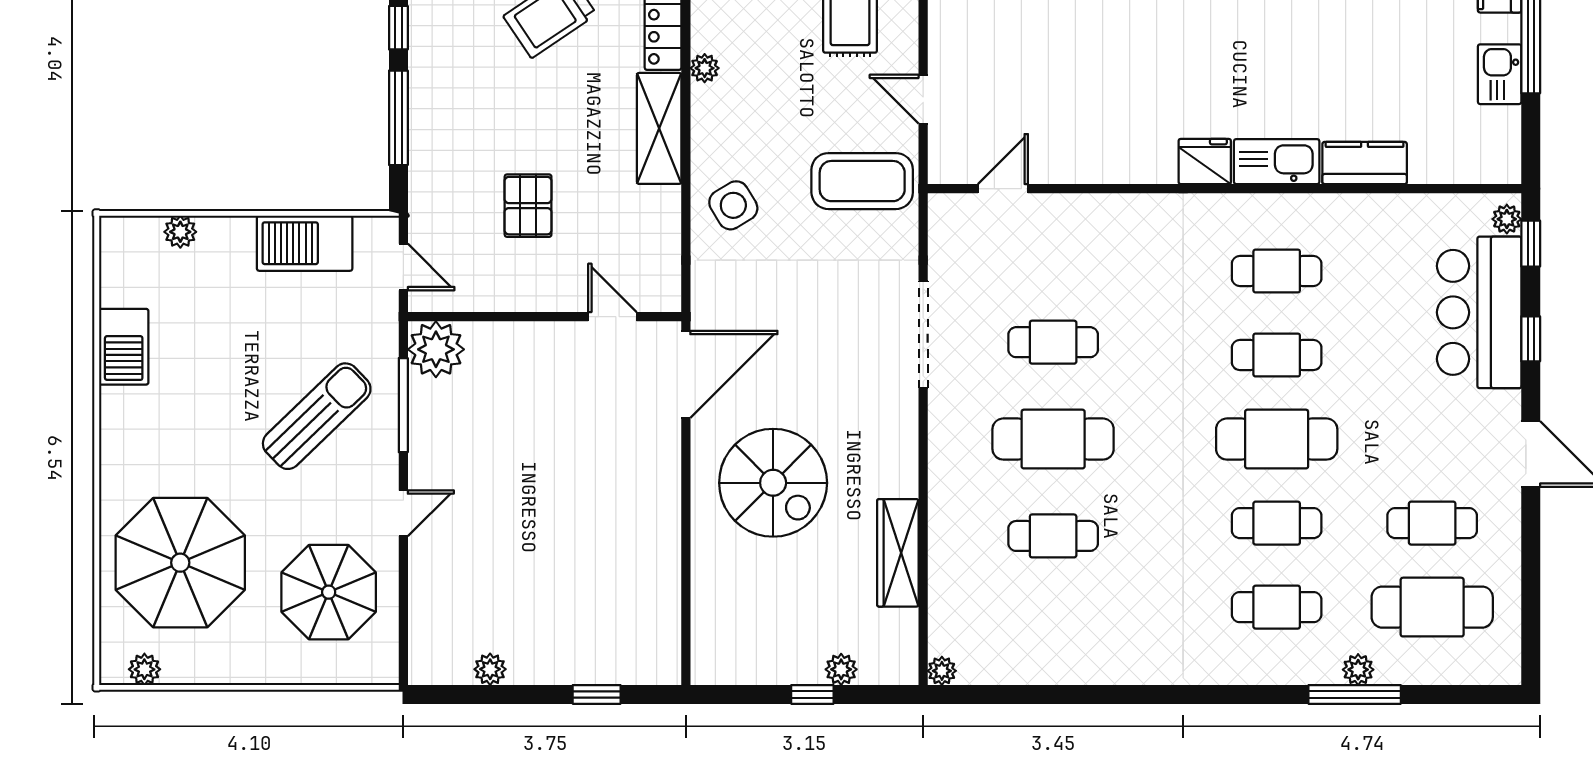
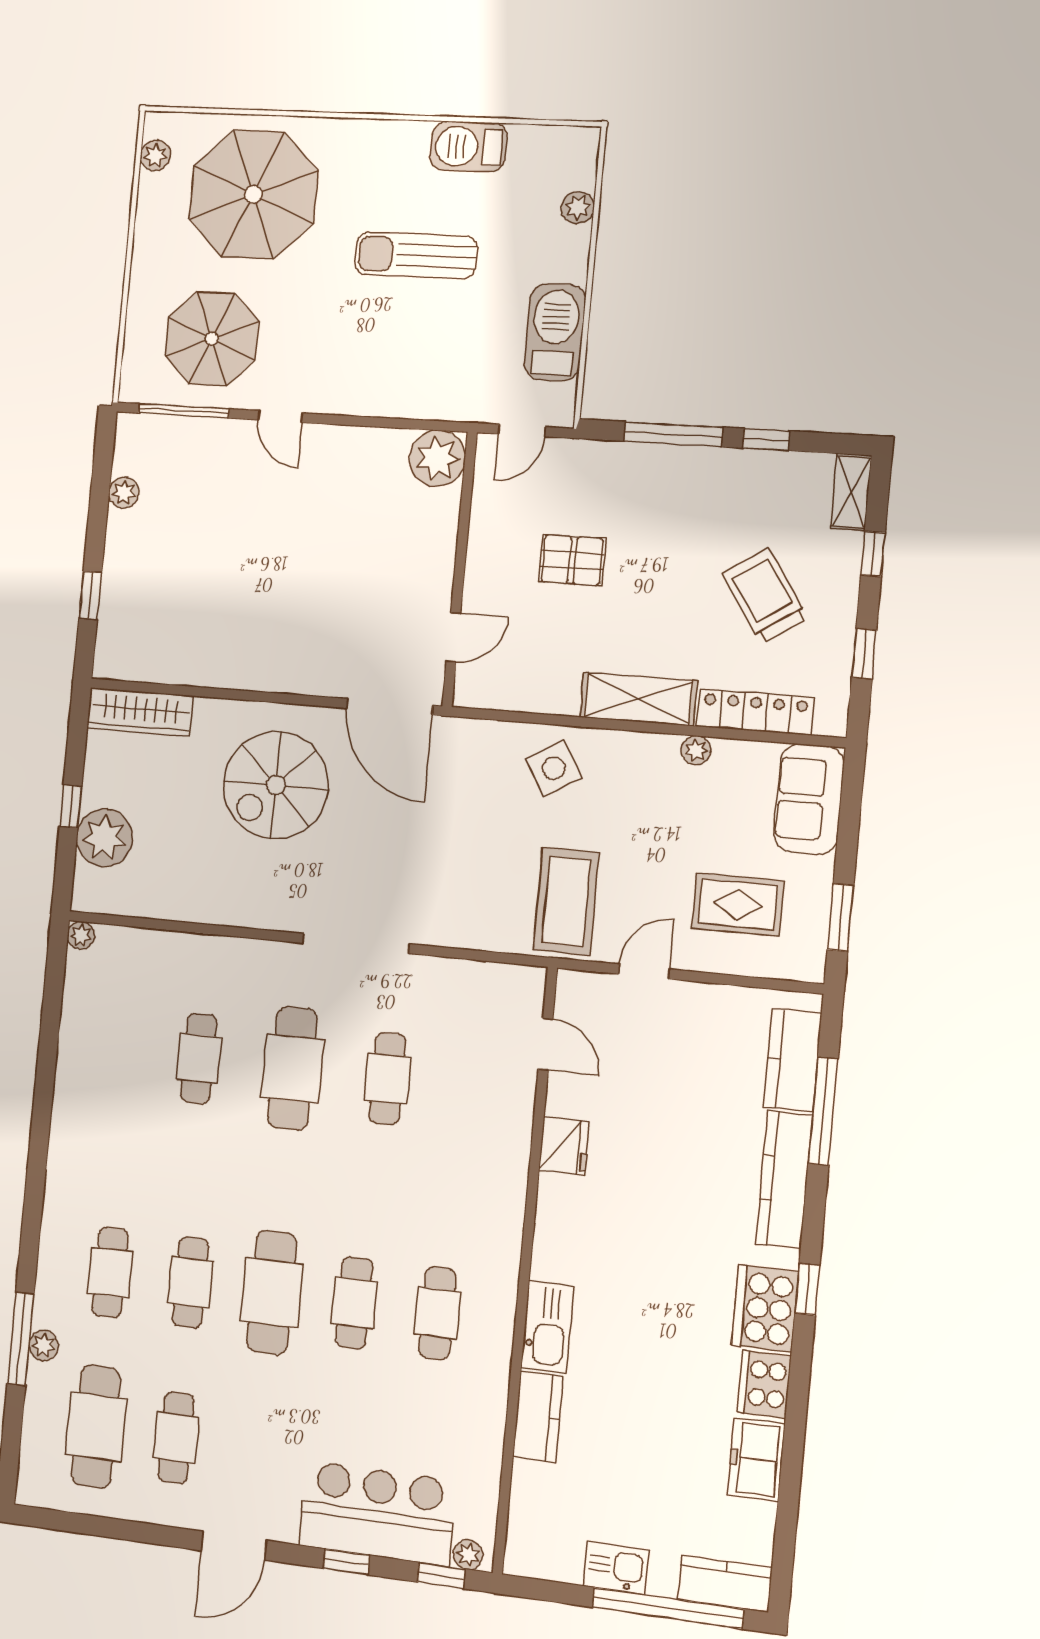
fridge: (1205, 161) -> (564, 1146), moved
doorway: (923, 334) -> (356, 944), moved
window: (403, 405) -> (184, 411), moved
sun lounger: (317, 416) -> (416, 255), moved, turned 134
wardrobe: (898, 553) -> (140, 712), moved, turned 180
plant: (841, 669) -> (104, 838), width x1.88, depth x1.88

